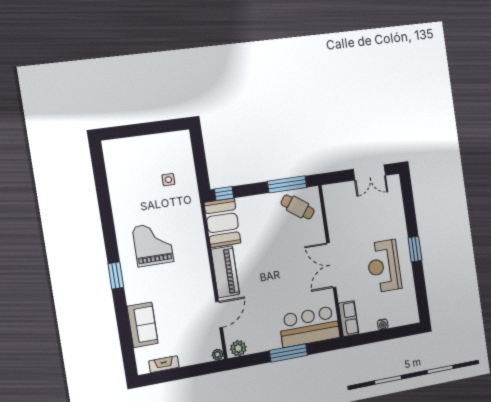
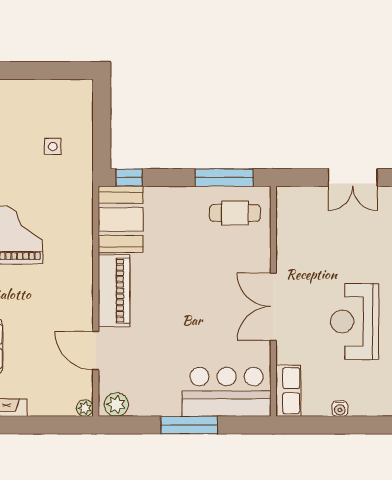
cafe table: (298, 207) -> (235, 213), turned -36
door: (219, 315) -> (96, 351), swing flipped

